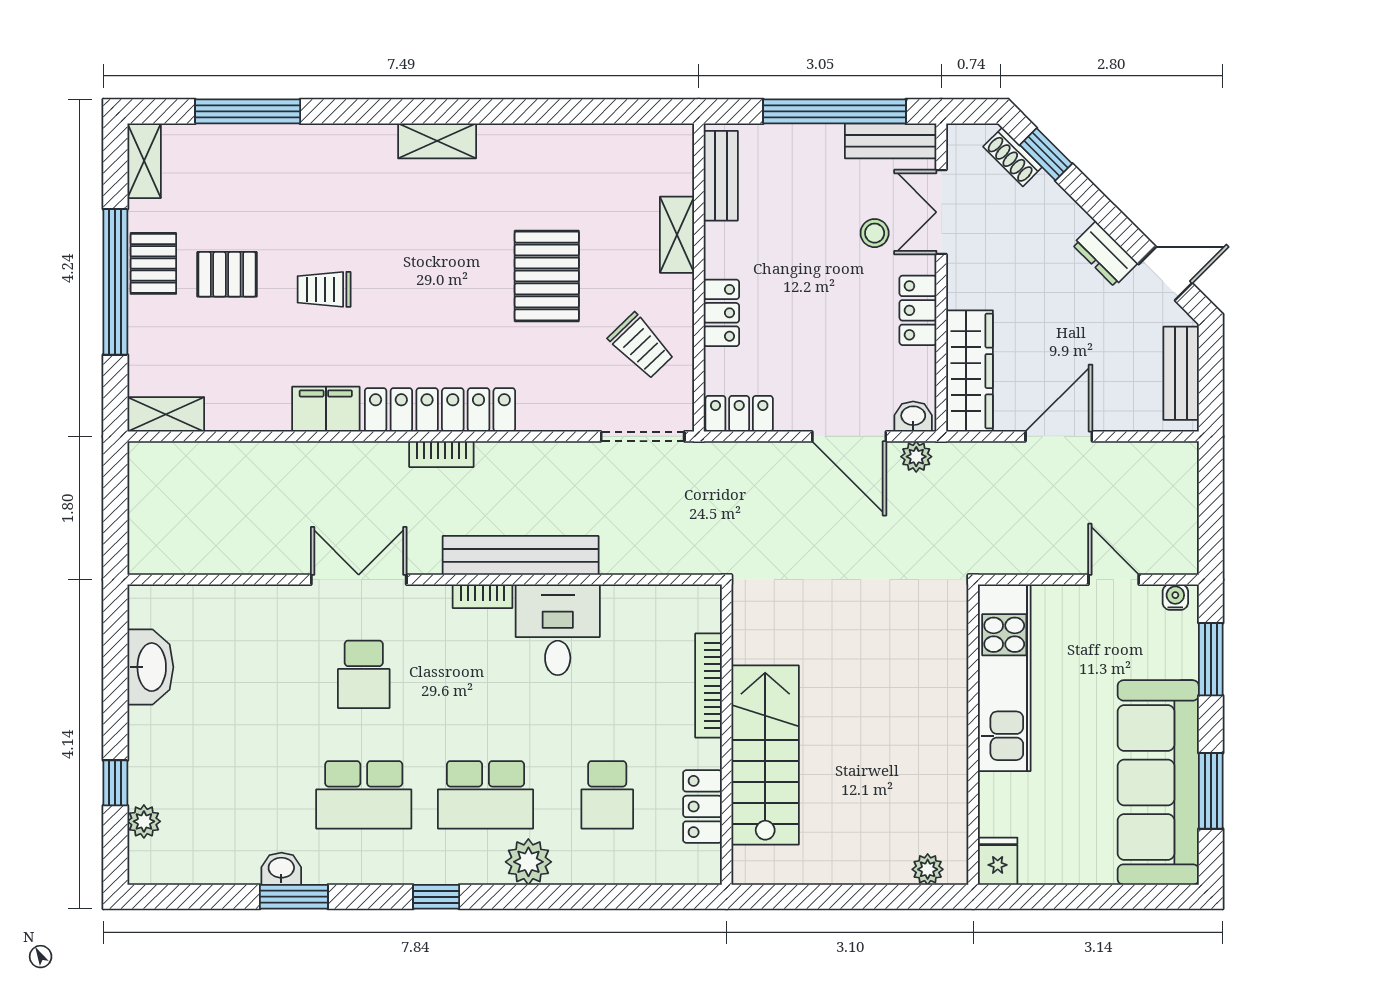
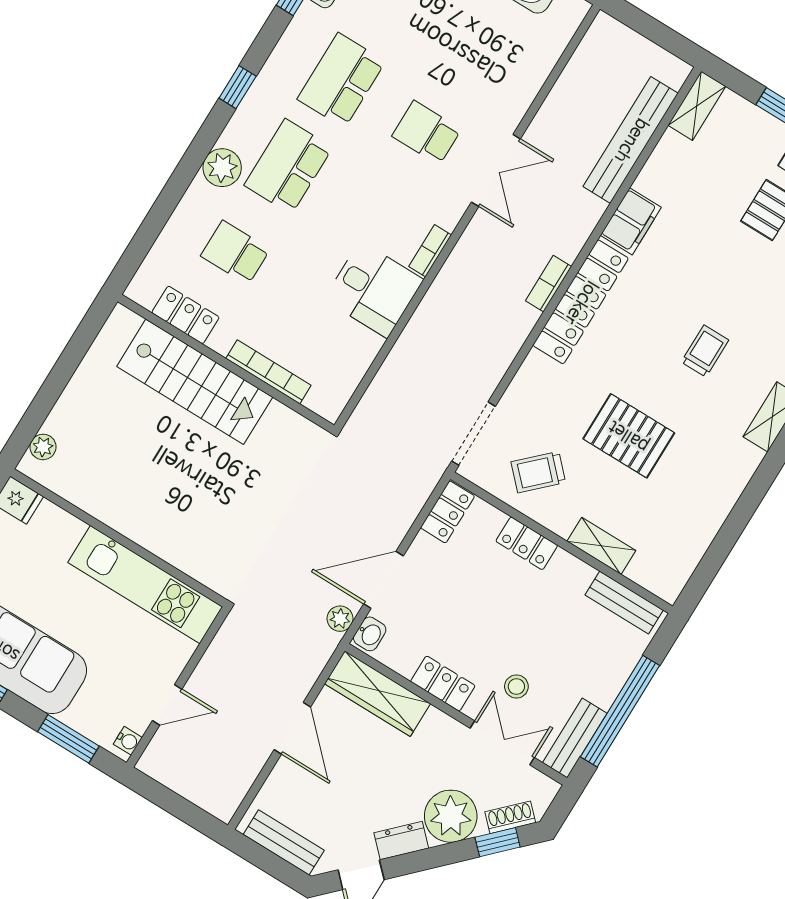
plant: (1049, 219) -> (451, 816), added
trolley: (324, 289) -> (705, 351), moved
bench: (521, 555) -> (631, 140), moved

